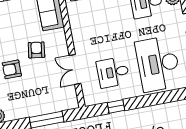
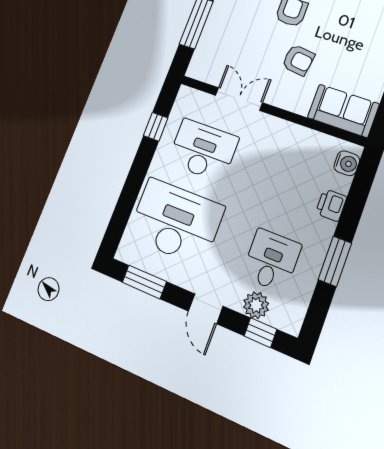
desk: (113, 72) -> (203, 150), width x1.37

